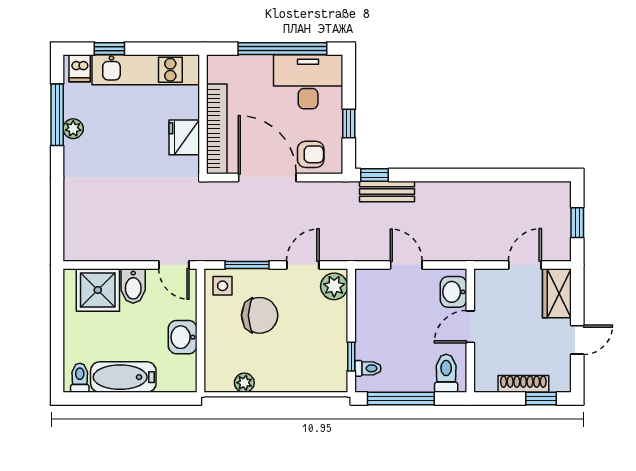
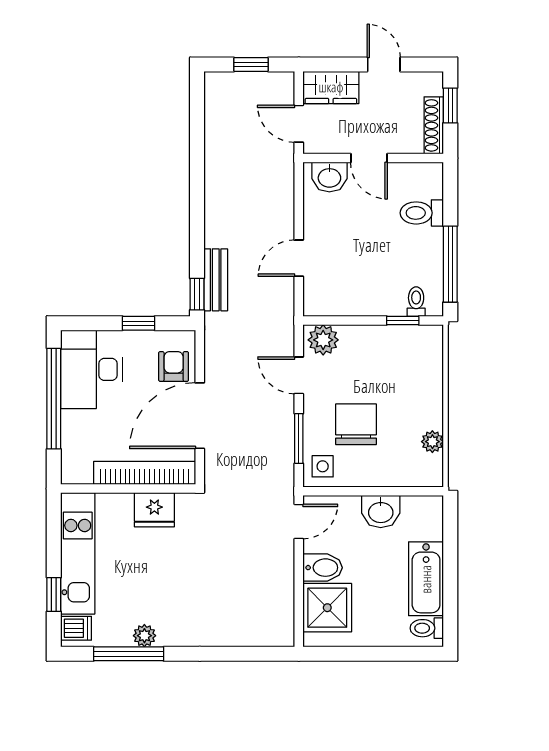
washbasin: (453, 292) -> (329, 177), moved
door: (470, 327) -> (369, 158), moved
wall: (470, 331) -> (373, 158), moved

